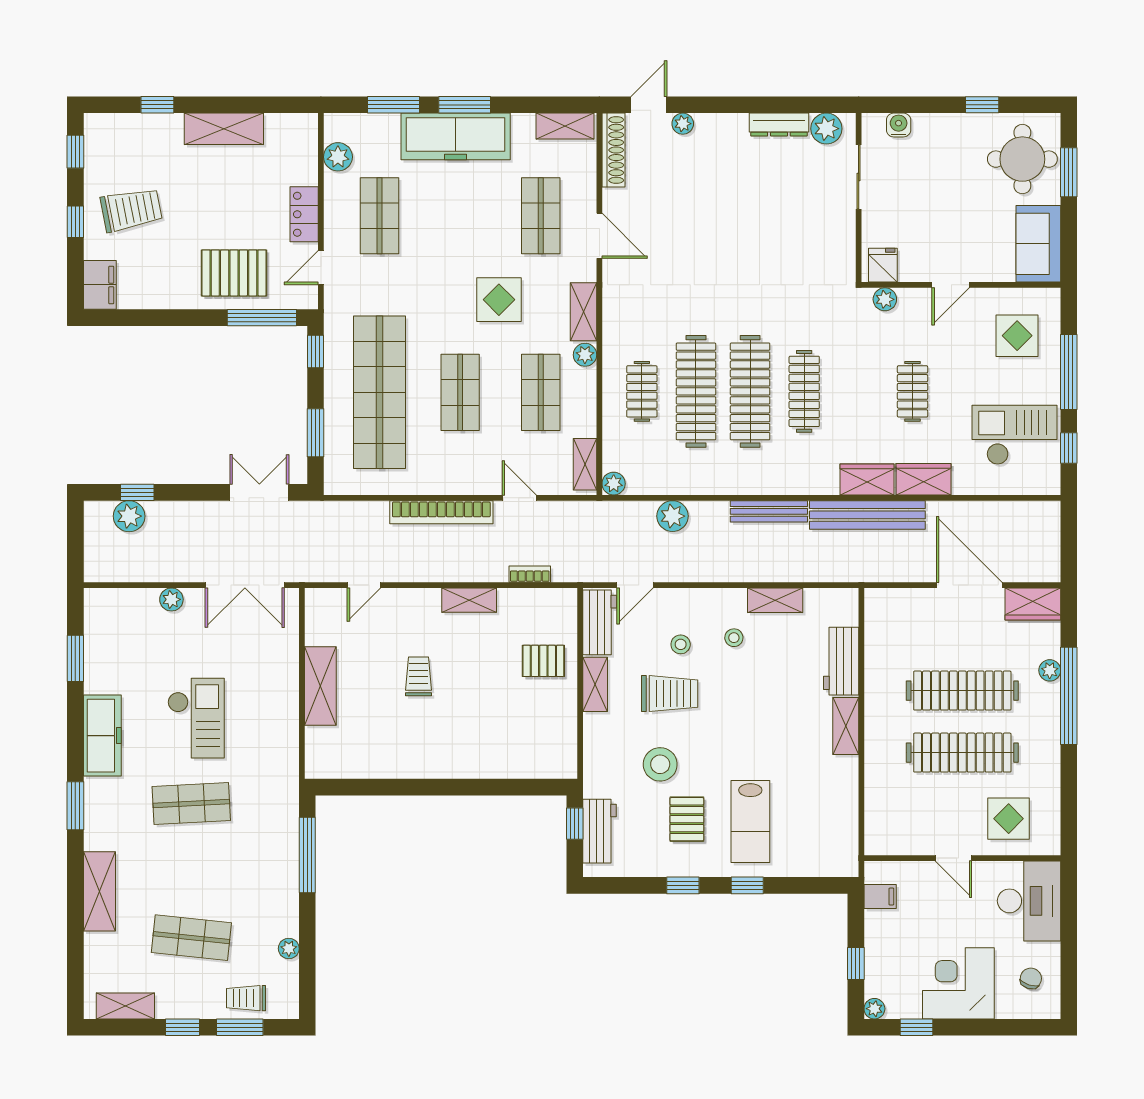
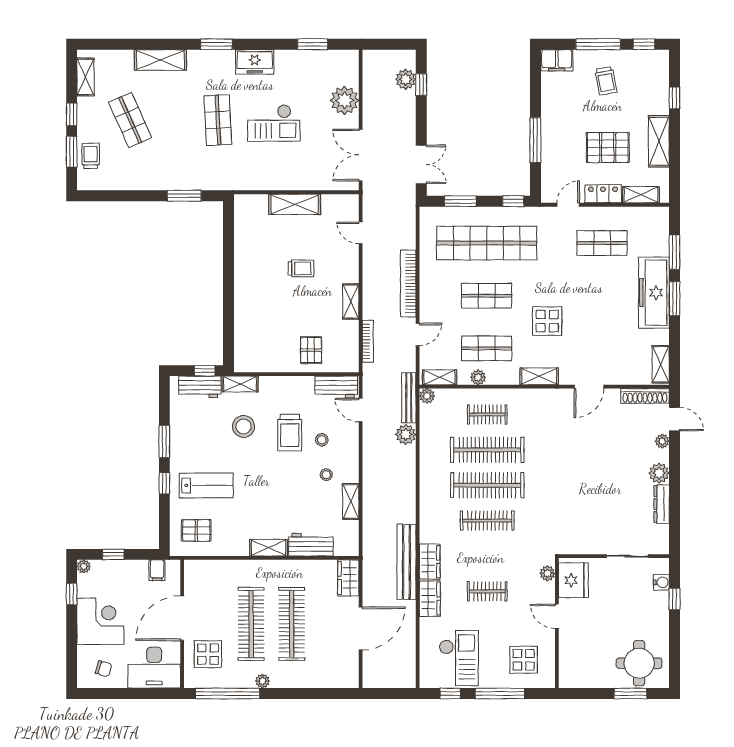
window: (982, 105) -> (675, 599), moved
plant: (826, 129) -> (659, 473), moved
shelving: (306, 156) -> (641, 195), added
plant: (338, 157) -> (641, 216), removed
trolley: (131, 210) -> (606, 81), width x0.73, depth x0.72
shop shelf: (541, 216) -> (602, 348), removed
window: (75, 222) -> (598, 44), width x2.17
sofa: (1038, 244) -> (584, 674), removed
fridge: (883, 265) -> (573, 580), width x1.88, depth x1.34
door: (321, 268) -> (568, 205), hinge flipped
pallet: (234, 273) -> (608, 148), moved, turned 90
window: (262, 318) -> (535, 140), moved
plant: (585, 355) -> (478, 377), moved
bench: (769, 511) -> (409, 398), moved
bookcase: (530, 574) -> (368, 341), width x1.56
plant: (171, 599) -> (345, 100), width x1.87, depth x1.87
wardrobe: (1033, 604) -> (348, 578), moved
plant: (1050, 670) -> (262, 681), moved
shelving: (595, 684) -> (240, 384), moved
window: (1069, 696) -> (228, 693), moved
freezer: (102, 736) -> (255, 62), width x0.71
pallet: (687, 819) -> (196, 530), moved
lab bench: (750, 821) -> (206, 485), turned 180
window: (307, 855) -> (184, 196), width x0.69
door: (953, 858) -> (182, 618), width x1.88
window: (683, 885) -> (164, 441), width x1.50
shop shelf: (191, 938) -> (130, 120), turned -30
plant: (289, 949) -> (123, 184), removed

